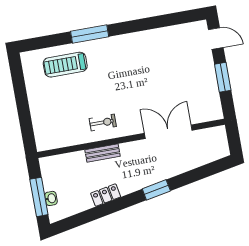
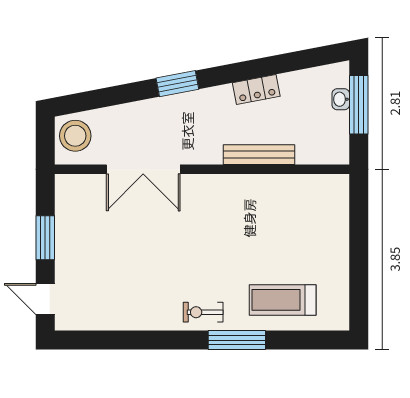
treadmill: (65, 65) -> (283, 300), turned 180
exercise bike: (103, 122) -> (203, 312), moved
stool: (215, 145) -> (75, 136), added
bench: (103, 153) -> (259, 155), width x1.36

